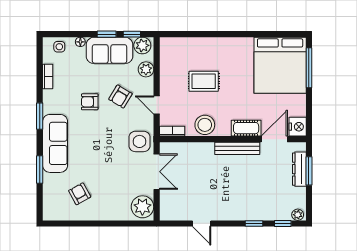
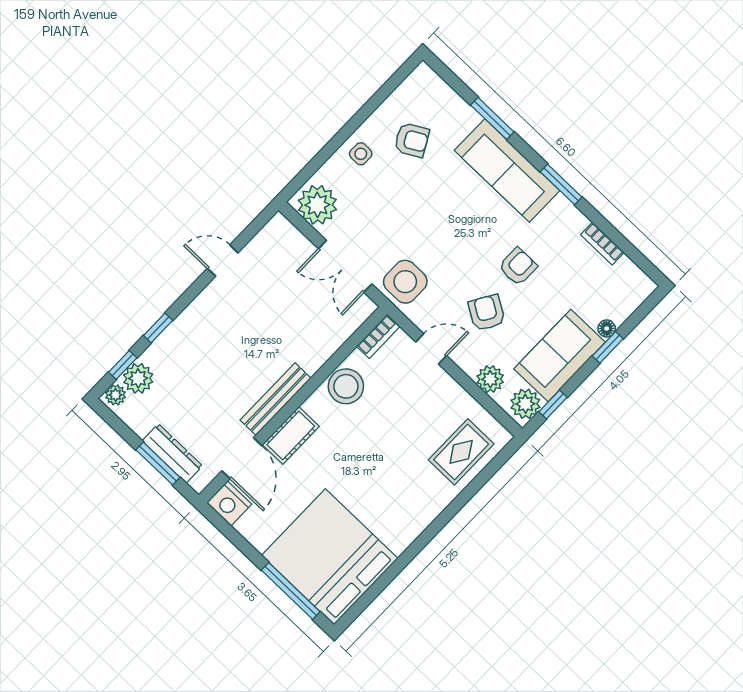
window: (107, 34) -> (608, 347), moved
side table: (59, 47) -> (361, 154), moved
rug: (204, 81) -> (461, 452), moved
plant: (282, 212) -> (138, 378), added

